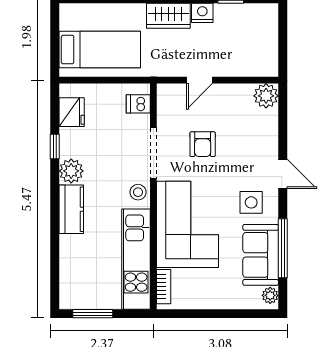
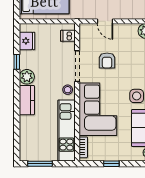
door: (199, 80) -> (105, 21), hinge flipped
window: (210, 314) -> (111, 164), added

